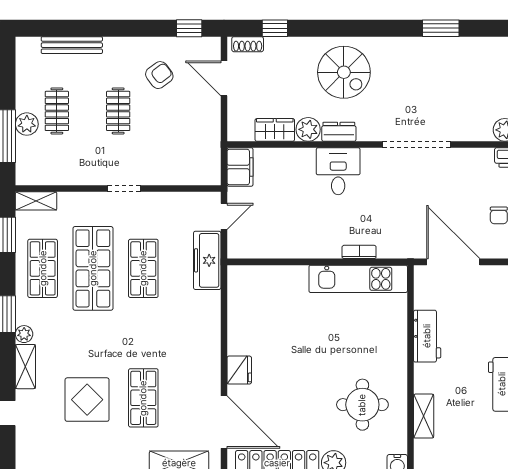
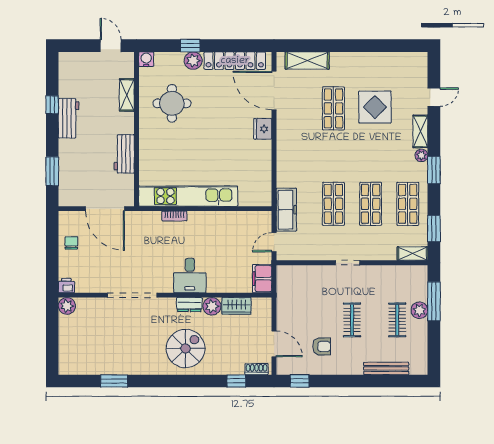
spiral stairs: (344, 72) -> (186, 348), turned 90
armchair: (159, 75) -> (322, 346), turned -143
shop shelf: (93, 268) -> (371, 204), width x0.70, depth x0.74
kitchen unit: (358, 279) -> (188, 196), width x1.36

